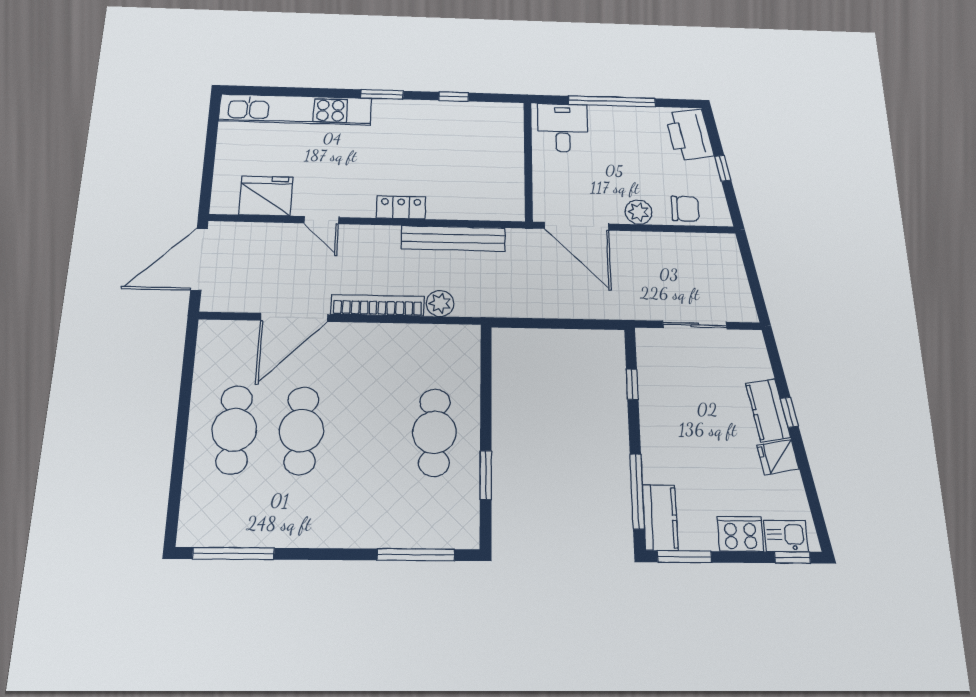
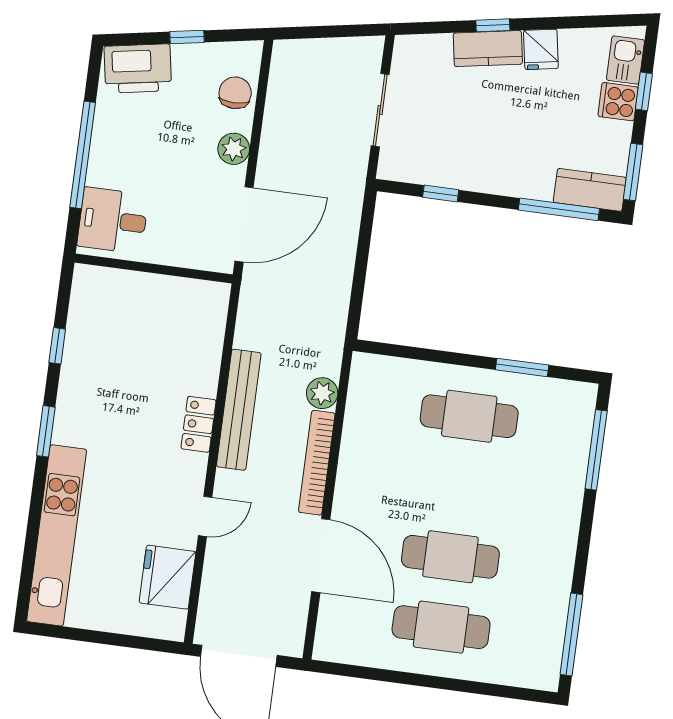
bench: (453, 239) -> (239, 410), moved
cooker: (740, 534) -> (618, 102), width x0.73
window: (792, 557) -> (644, 91), moved

